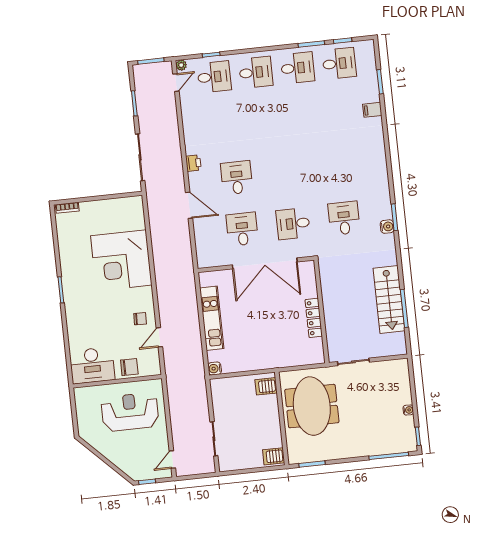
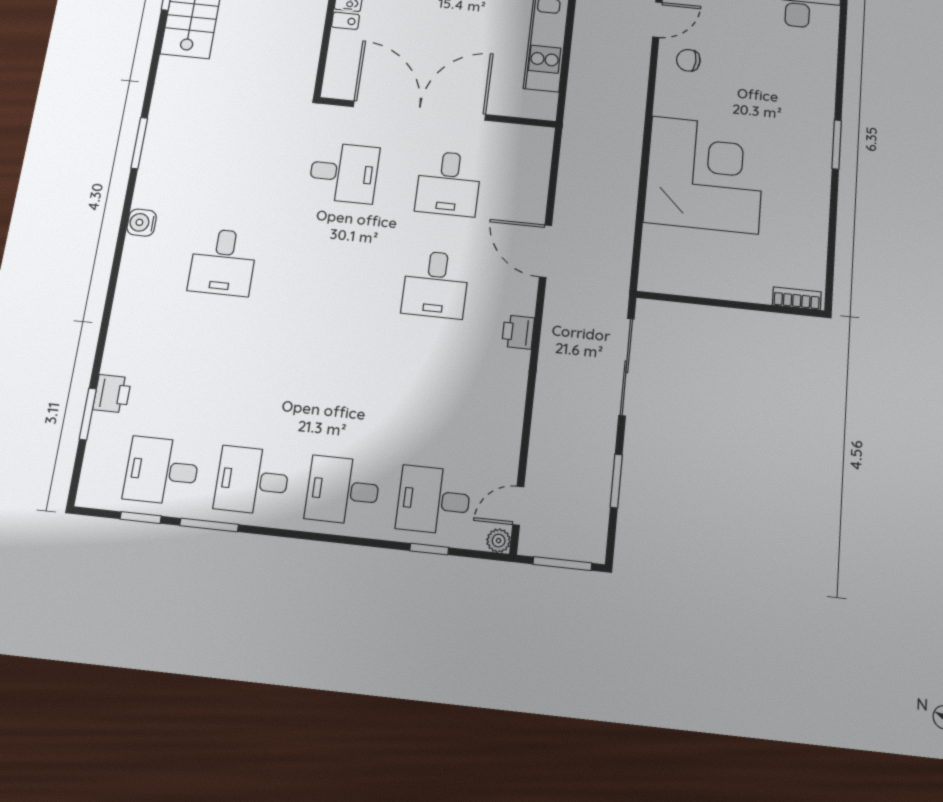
printer: (372, 93) -> (112, 394), added
filing cabinet: (372, 110) -> (121, 360), removed
desk: (344, 218) -> (223, 262), moved
water cooler: (387, 227) -> (142, 223), moved

